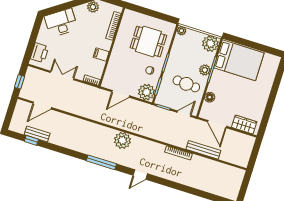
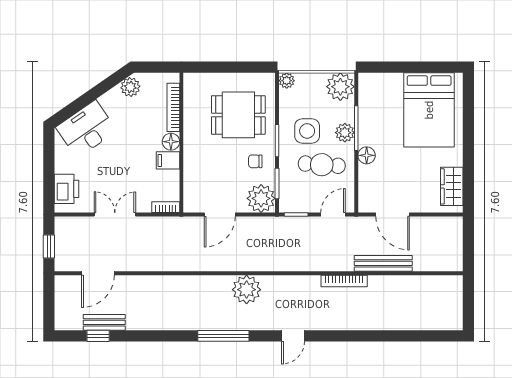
floor lamp: (106, 45) -> (171, 142), added
bed: (239, 60) -> (429, 110), moved, turned 90
side table: (184, 62) -> (307, 131), added
floor lamp: (210, 97) -> (367, 155), moved
wardrobe: (244, 125) -> (452, 186), moved, turned -90

